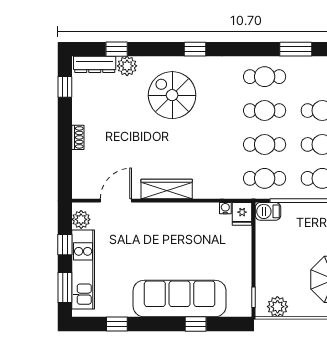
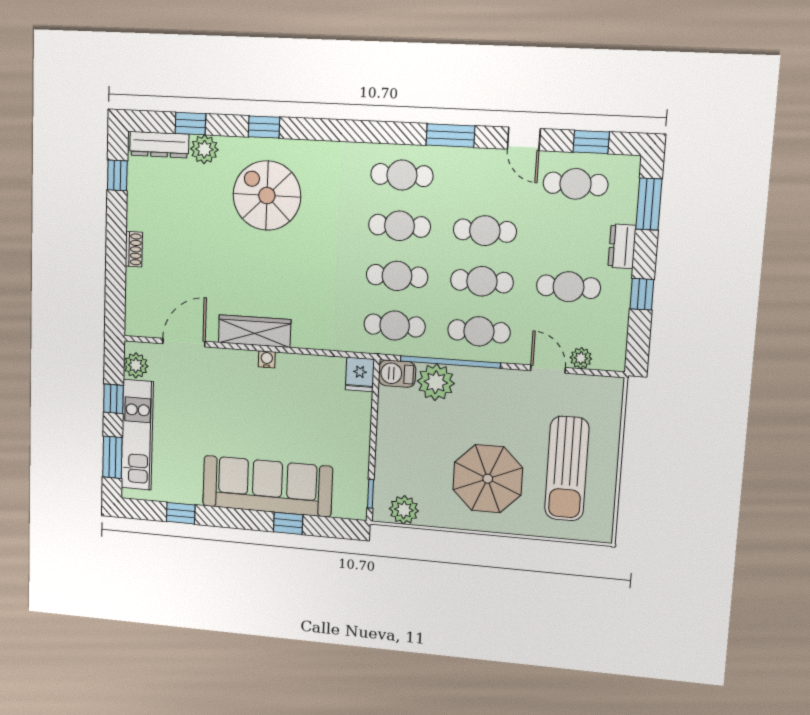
window: (195, 49) -> (264, 127), moved
water cooler: (225, 208) -> (267, 359), moved
plant: (295, 215) -> (436, 382), added

